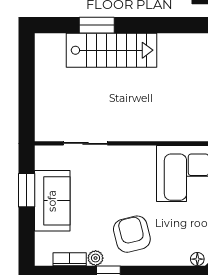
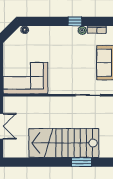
stairs: (112, 50) -> (64, 143), width x1.36, depth x1.51
armchair: (132, 234) -> (62, 44), removed

